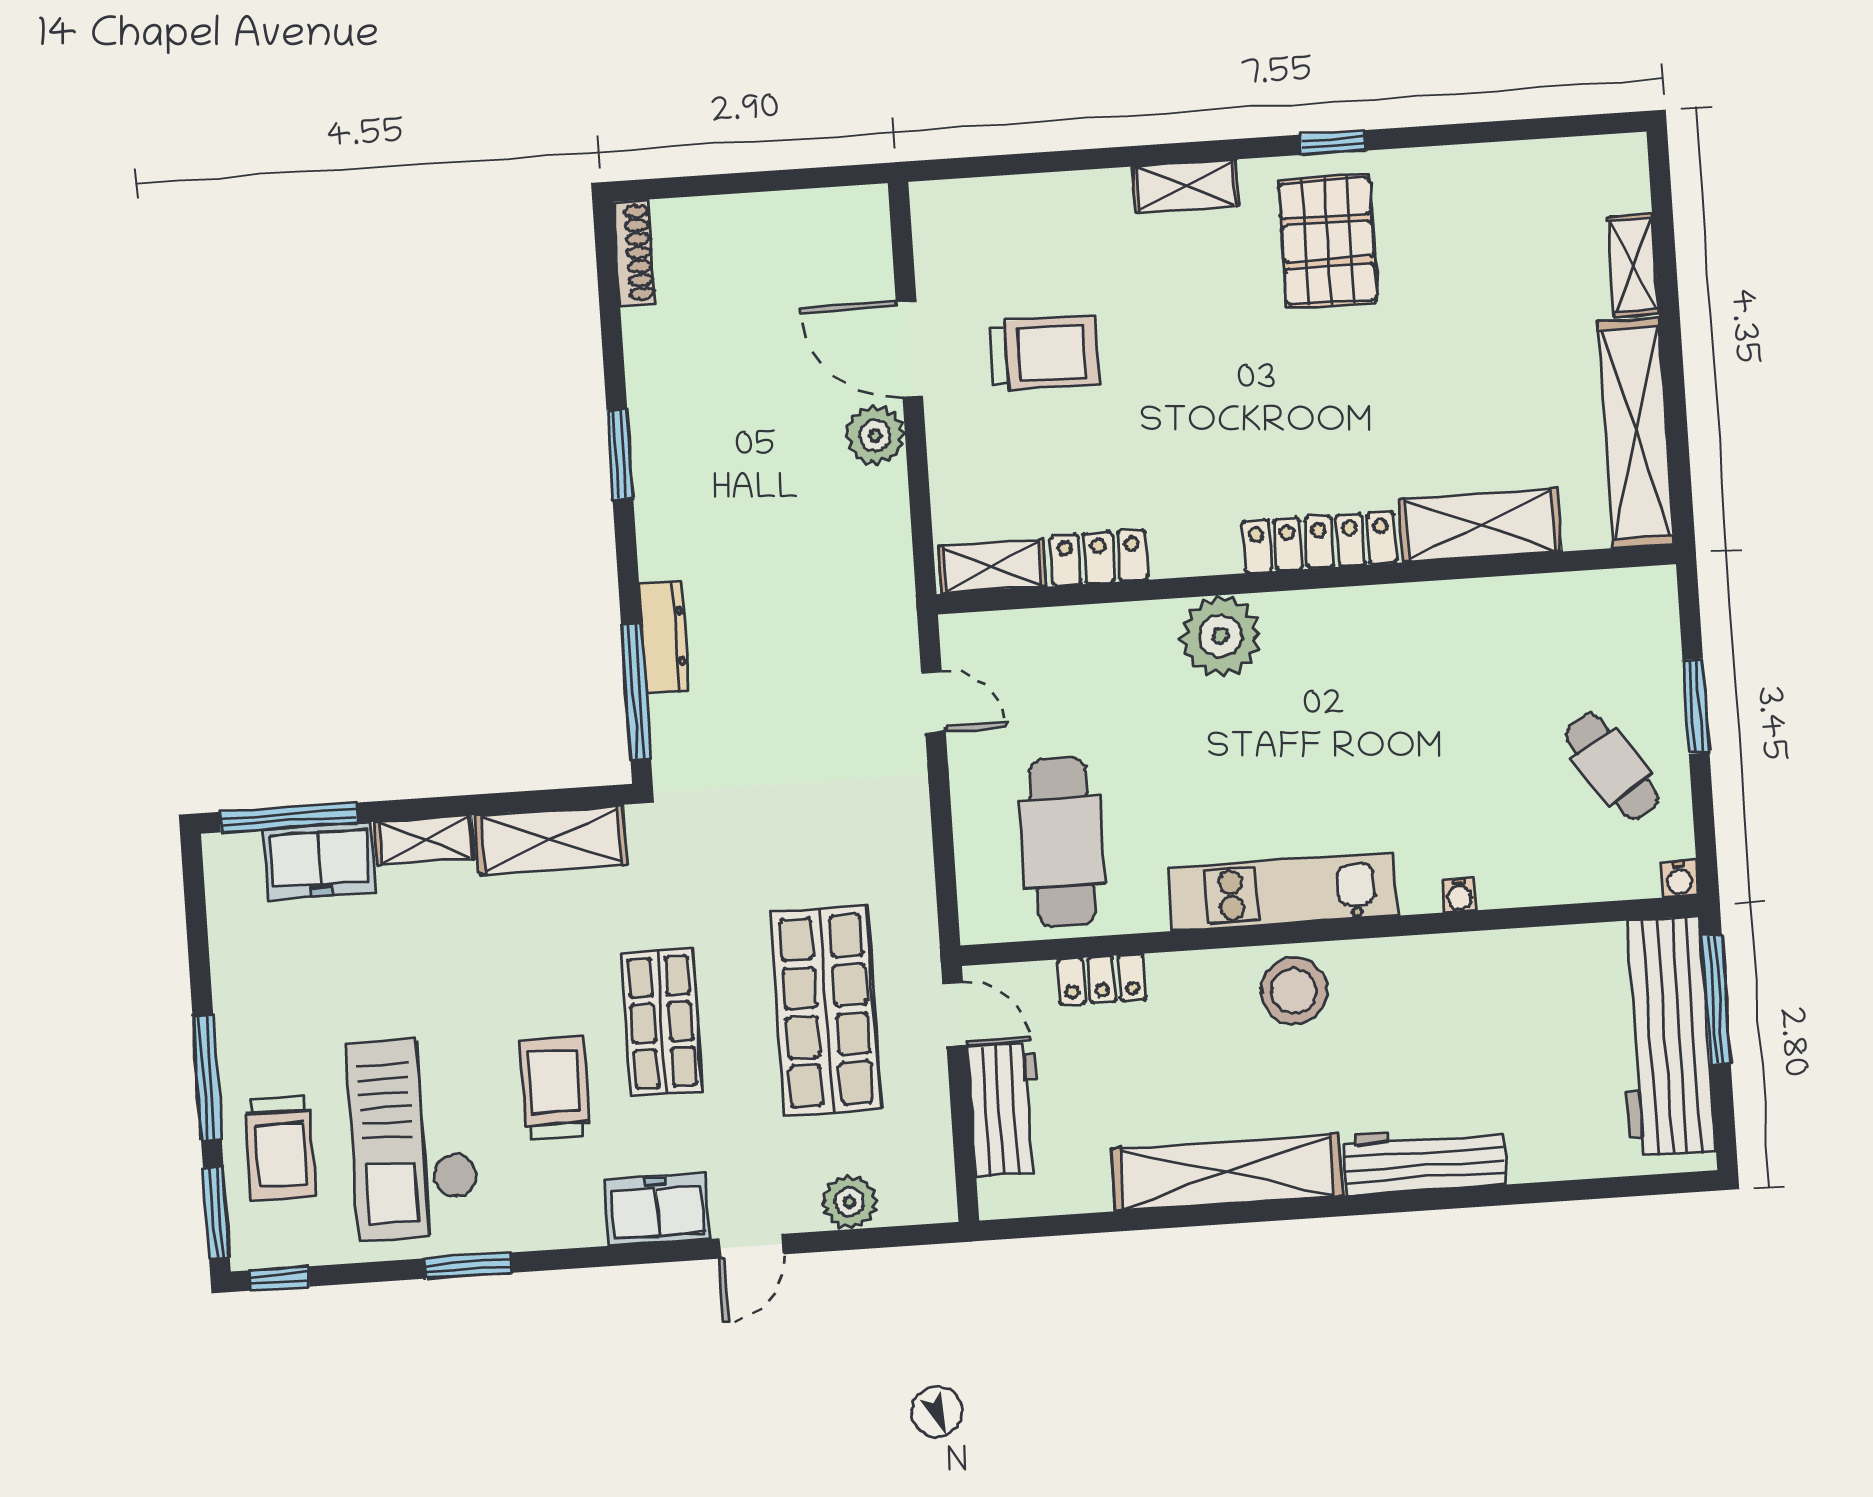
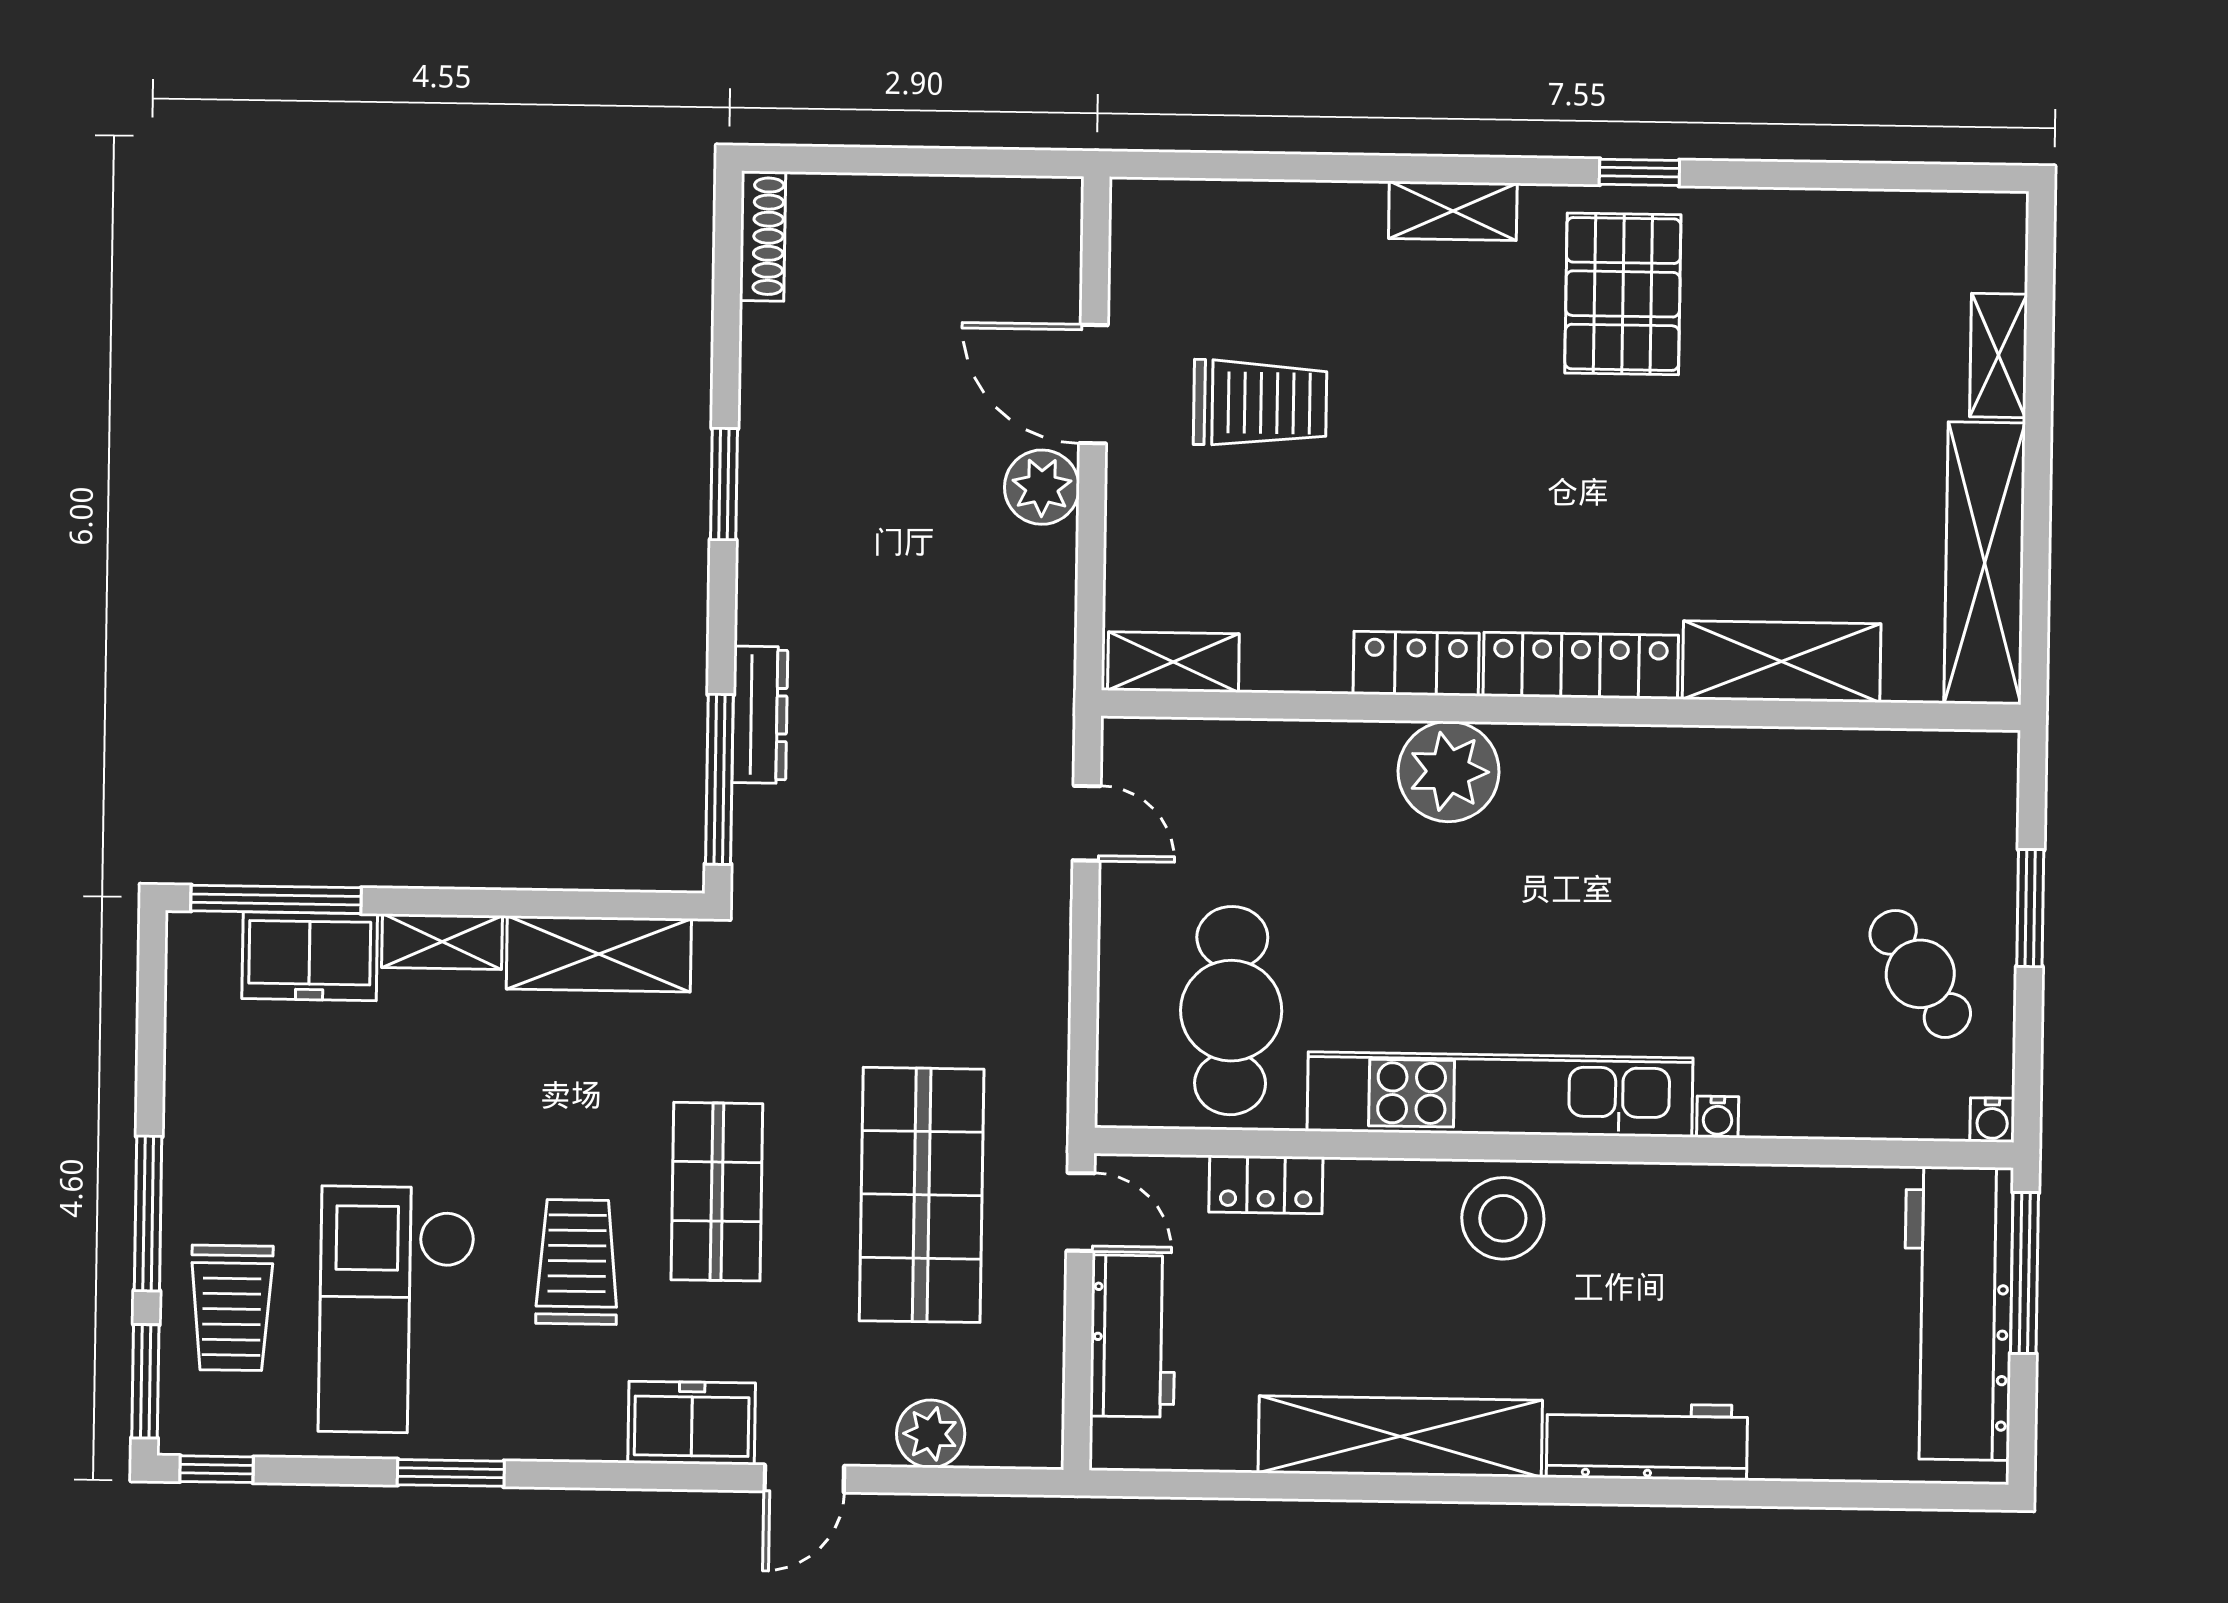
locker: (1099, 558) -> (1416, 664), moved
kitchen unit: (1283, 891) -> (1500, 1094), width x1.36

